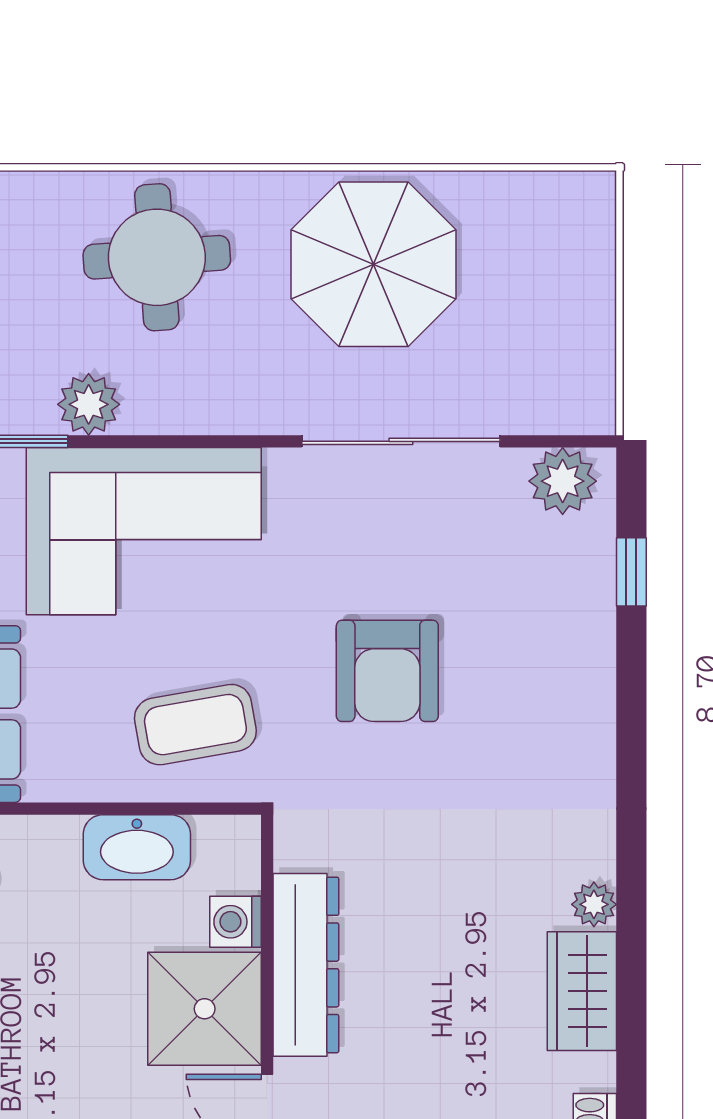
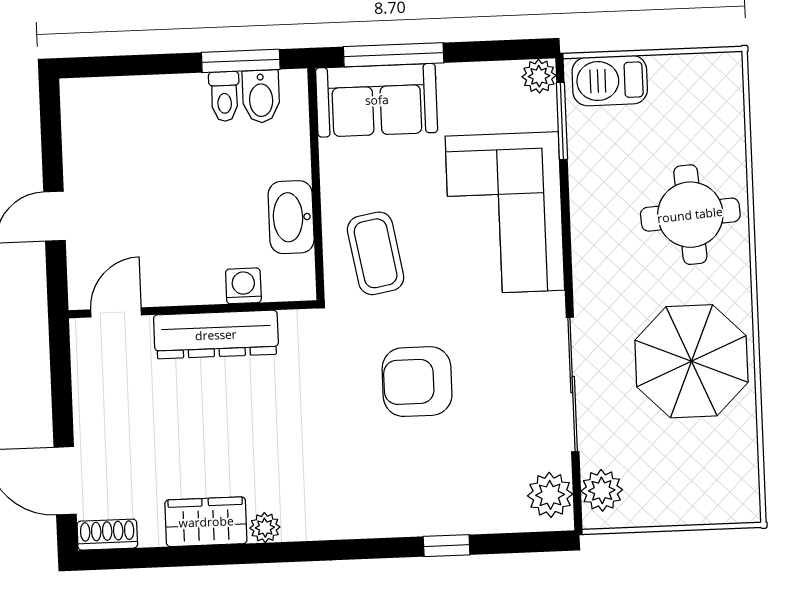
plant: (89, 404) -> (602, 490), moved
window: (631, 572) -> (447, 546), moved
shower: (205, 1009) -> (184, 267), removed

